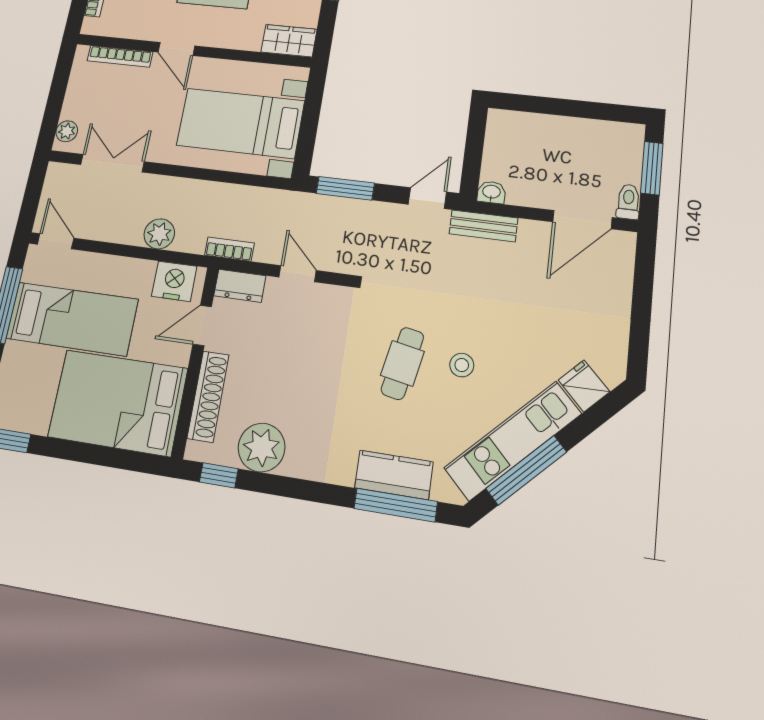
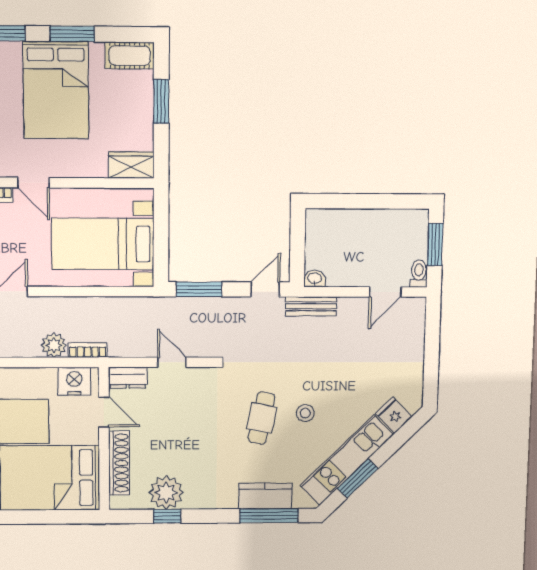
door: (582, 220) -> (385, 292), width x0.73
bookcase: (229, 249) -> (88, 350), moved
door: (202, 325) -> (104, 412), swing flipped
window: (526, 470) -> (358, 478), width x0.69
window: (219, 475) -> (167, 516), moved

